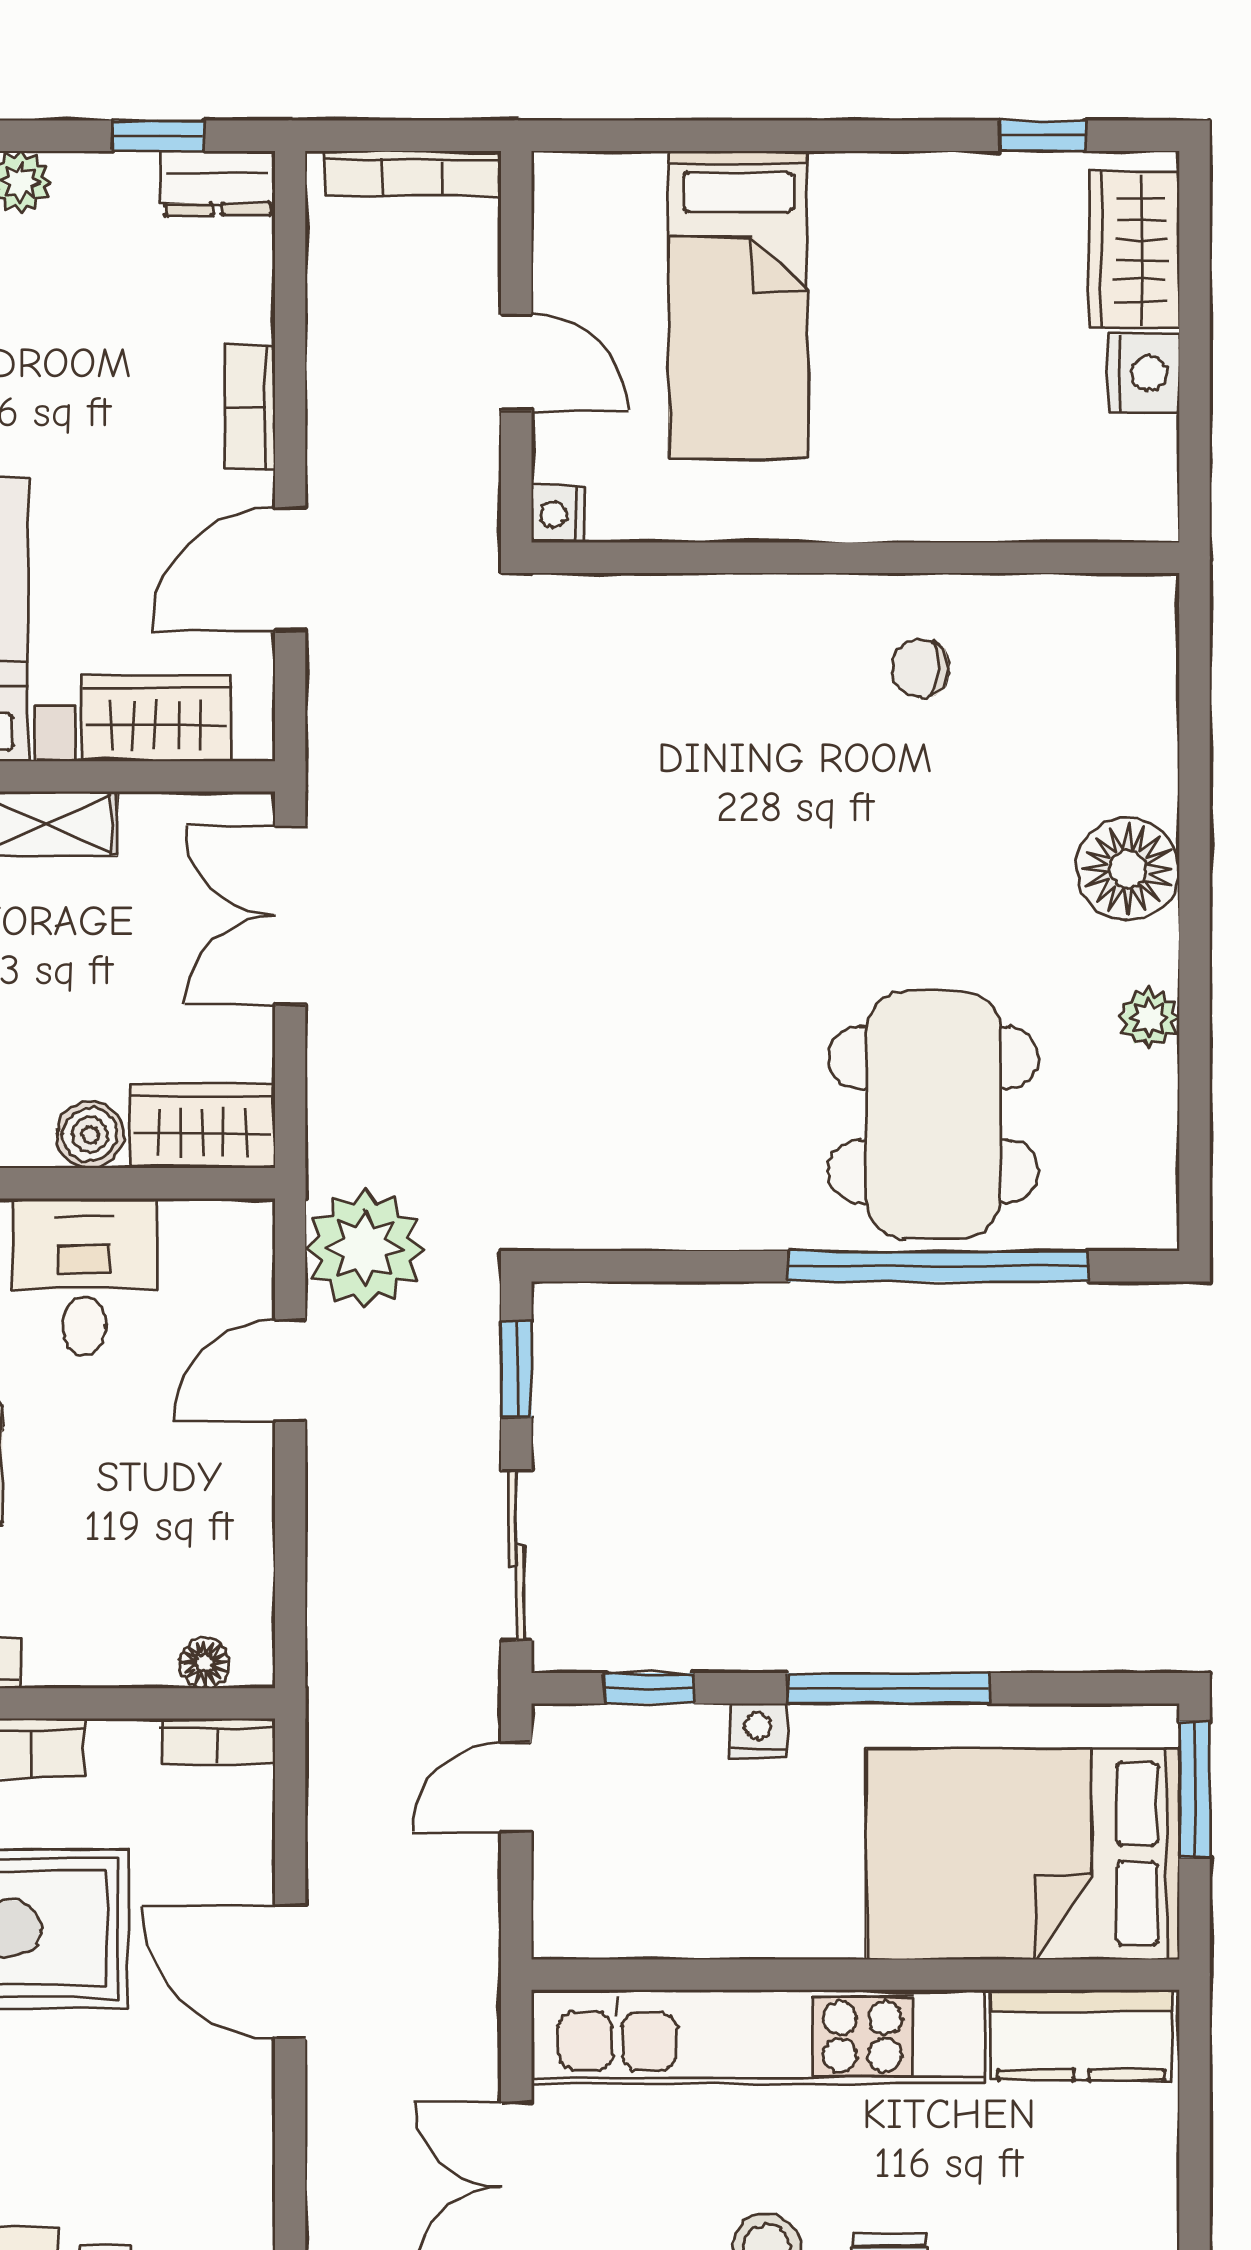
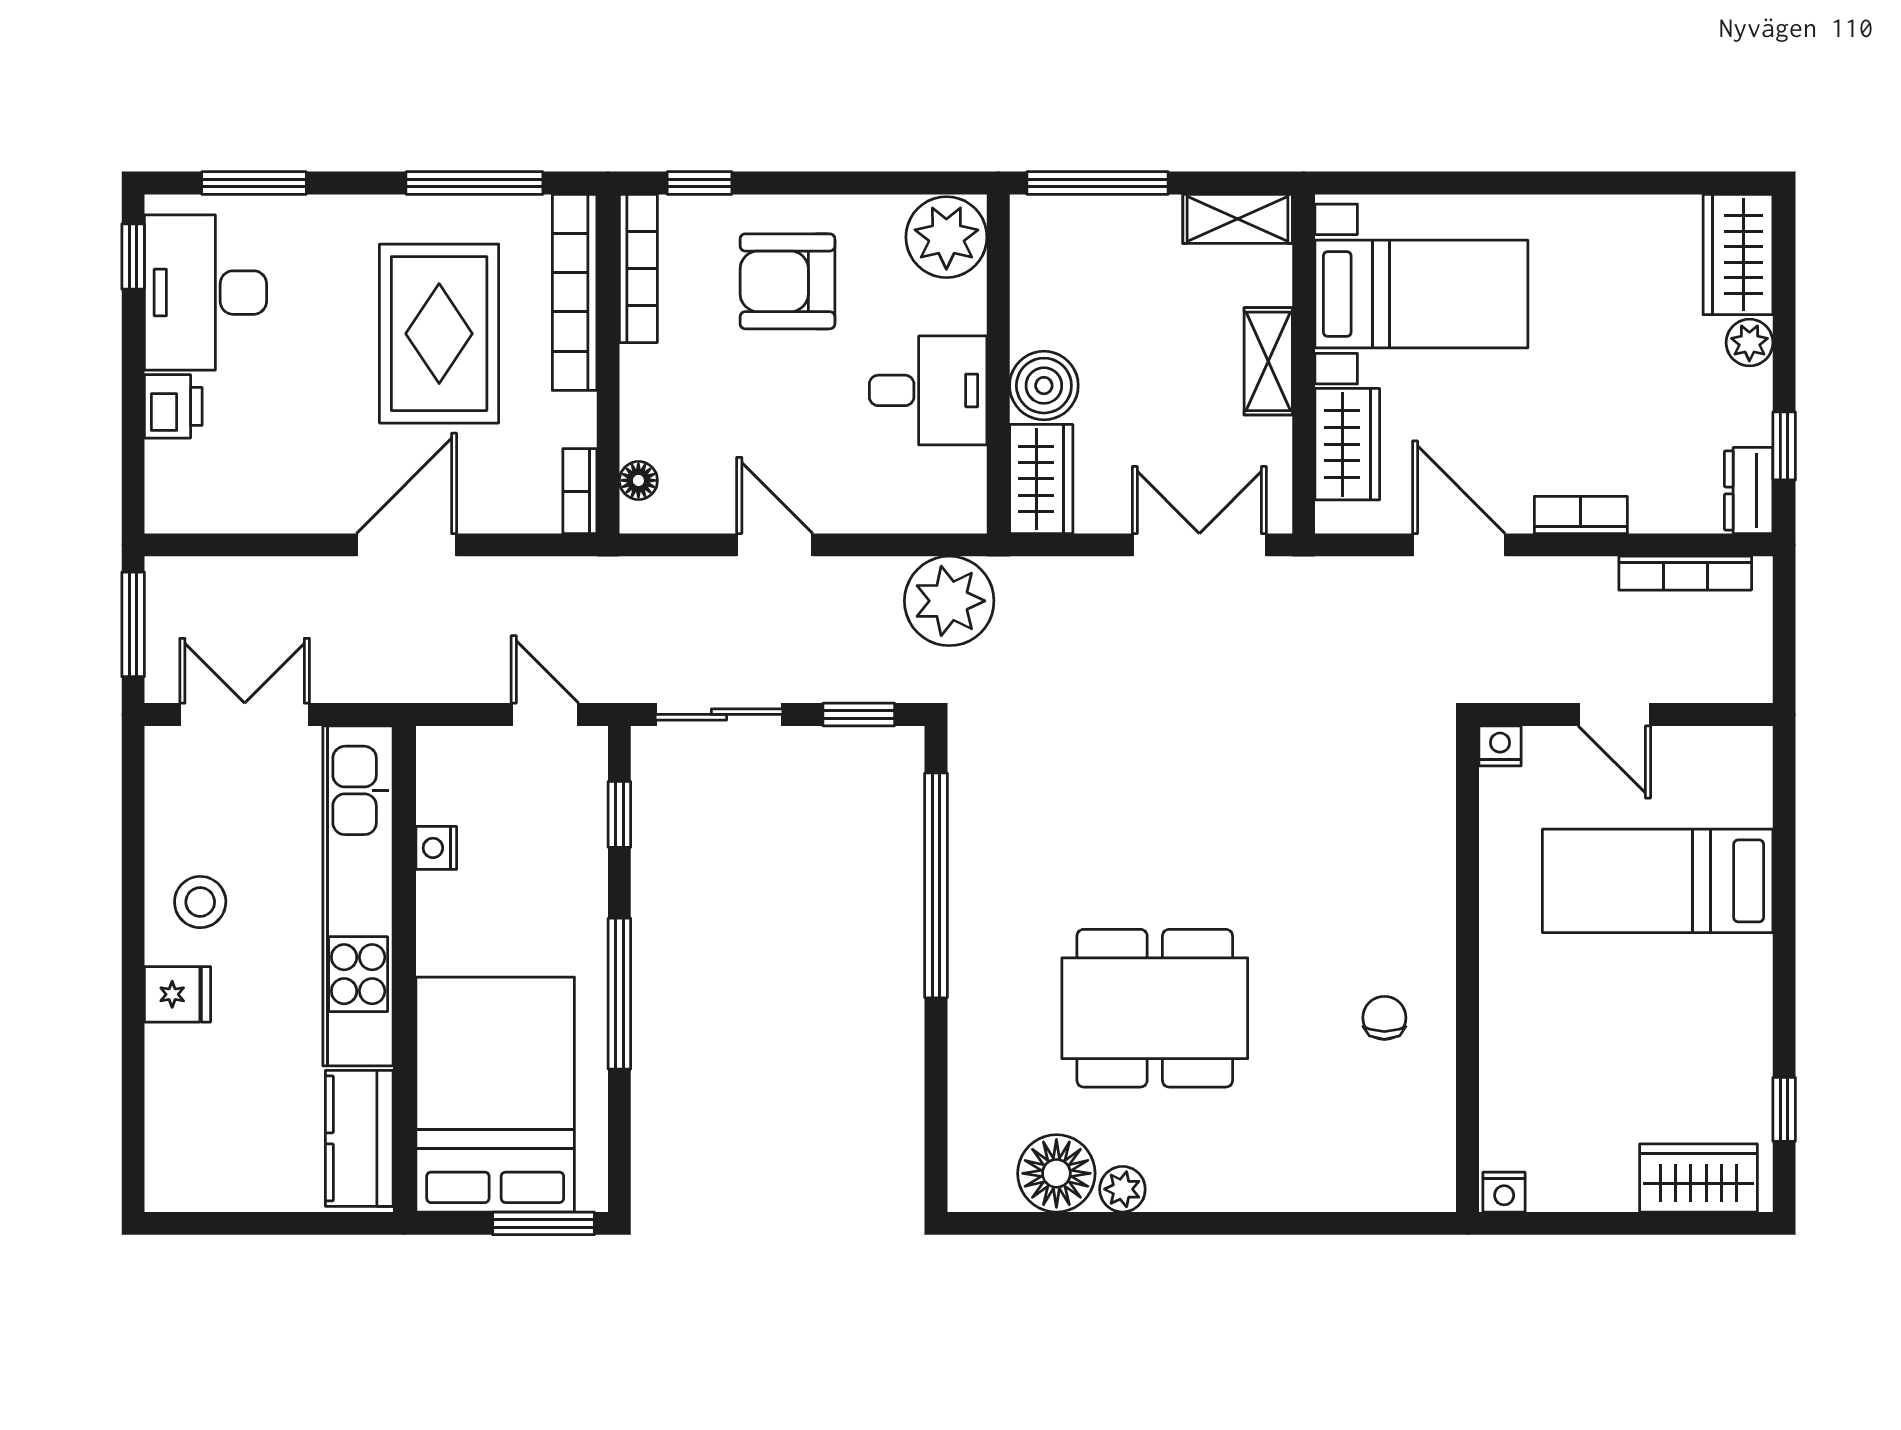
bookcase: (413, 173) -> (1685, 573), moved, turned -90
door: (516, 362) -> (1614, 714), hinge flipped
nightstand: (1144, 373) -> (1504, 1192), moved, width x0.72, depth x0.74
floor lamp: (1128, 869) -> (1056, 1173), moved
dining table: (933, 1115) -> (1155, 1008), moved
boiler: (90, 1135) -> (1044, 386), width x1.36, depth x1.36
window: (938, 1266) -> (936, 885), moved
door: (290, 1370) -> (775, 545), moved
nightstand: (758, 1730) -> (436, 848), moved, turned 180

